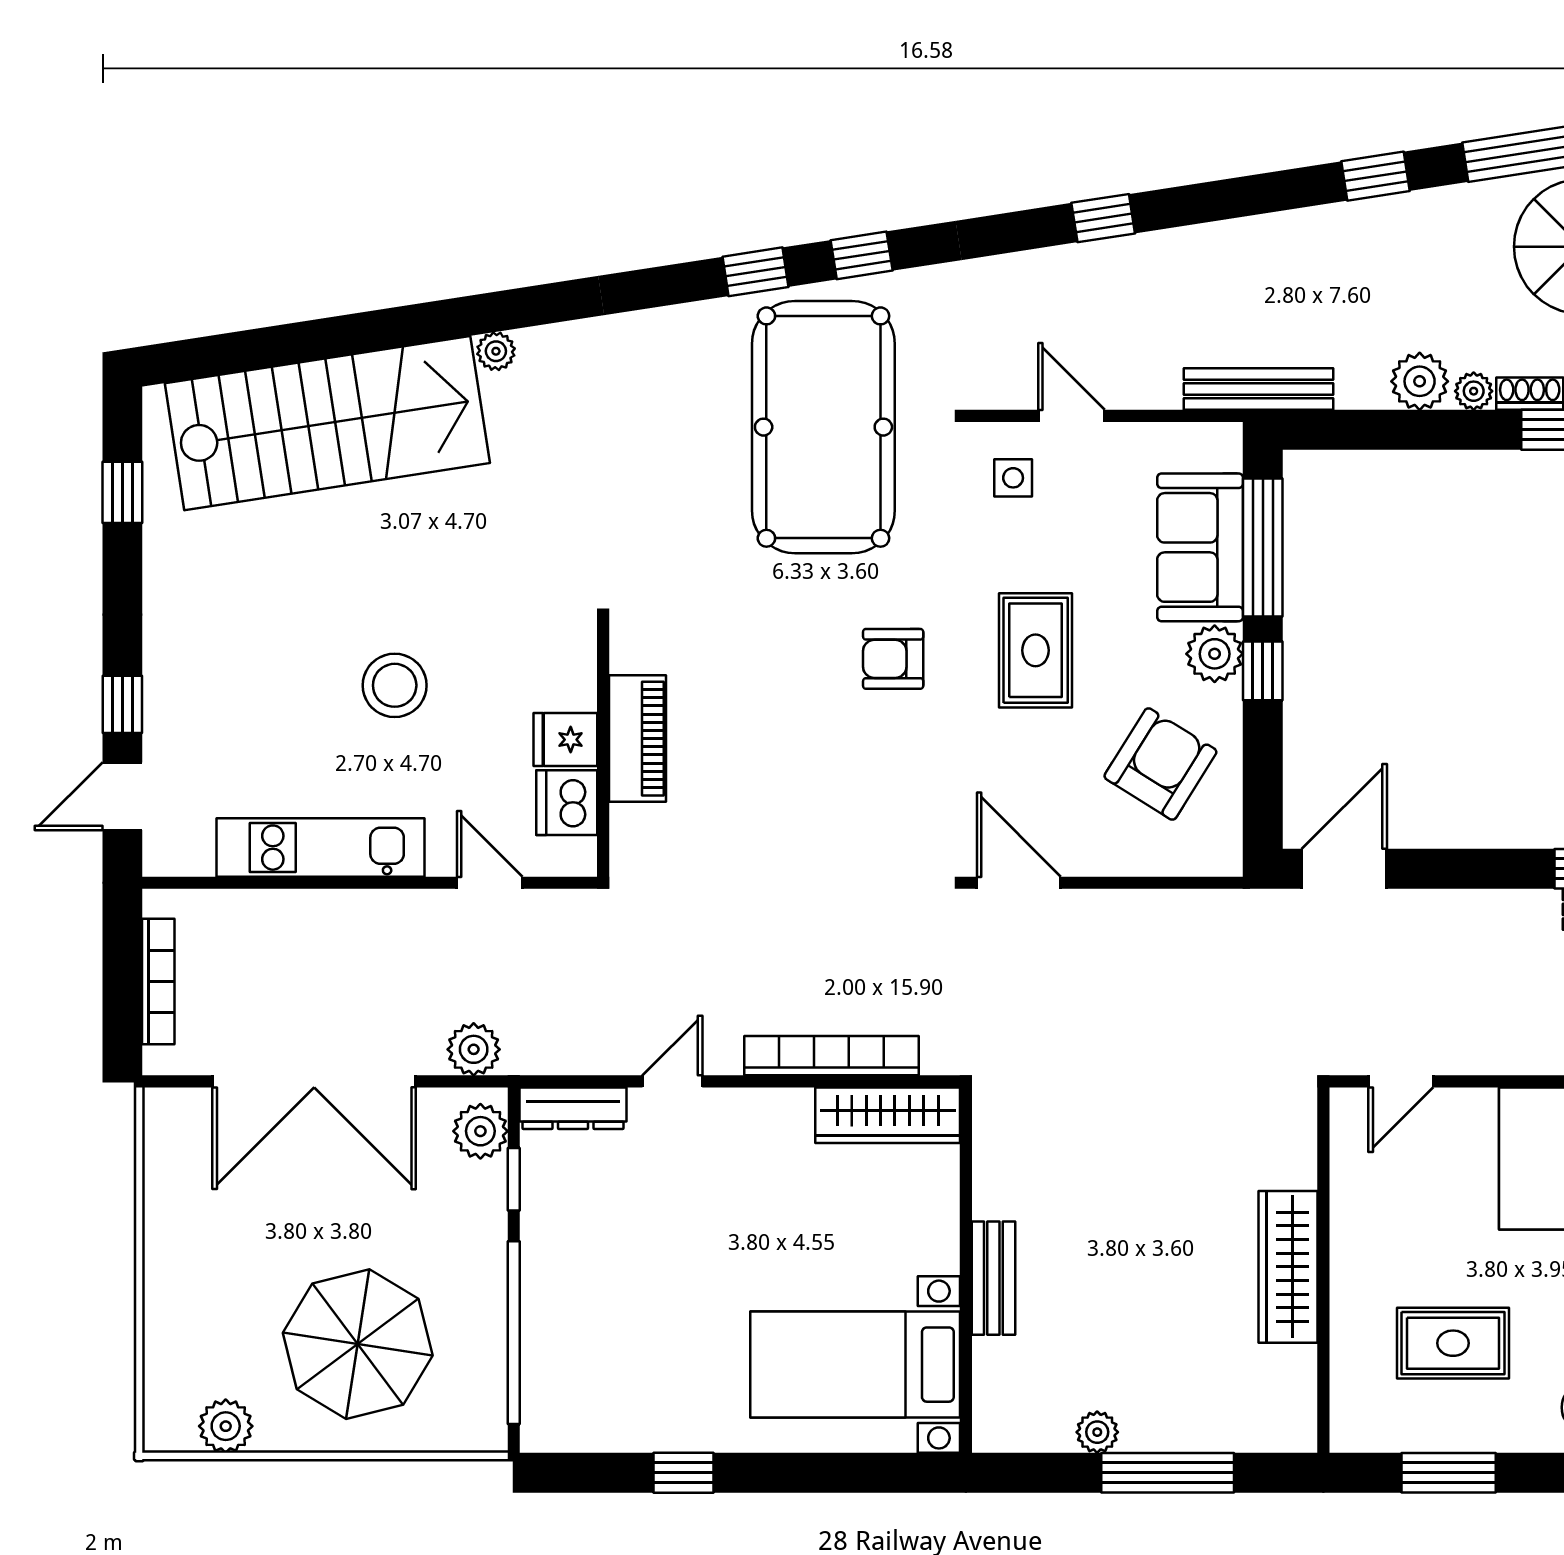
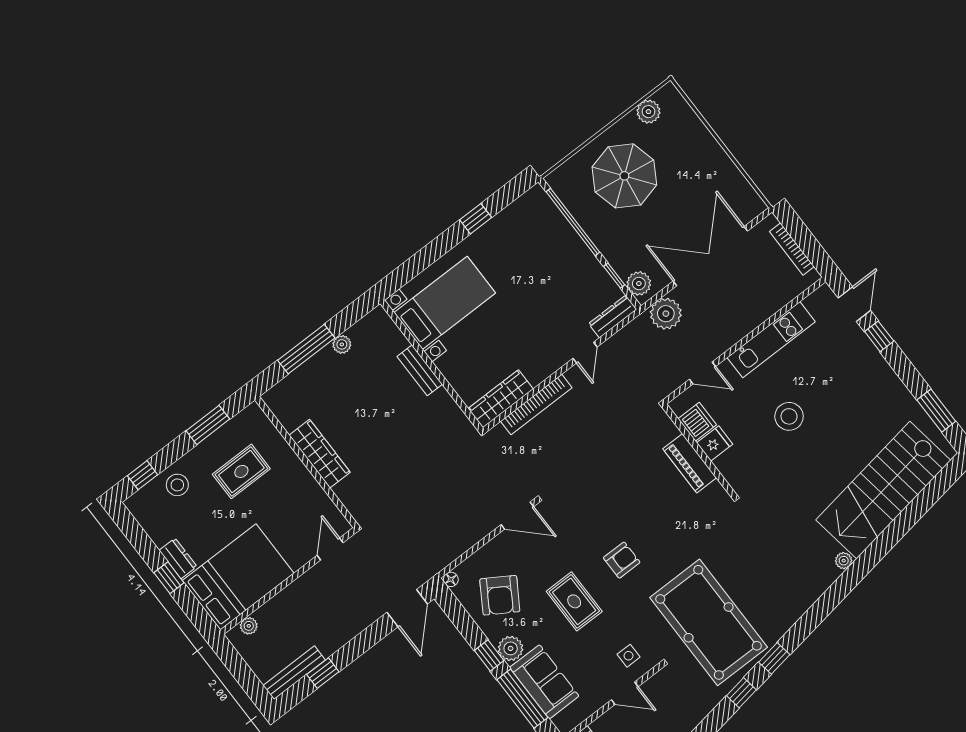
window: (122, 492) -> (936, 411), width x1.50
floor lamp: (1226, 860) -> (451, 579), added
plant: (474, 1049) -> (666, 314), width x1.36, depth x1.36

